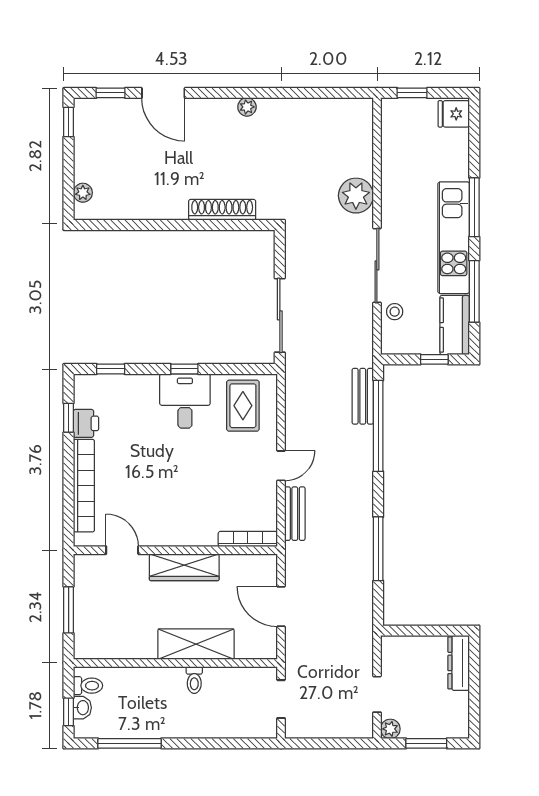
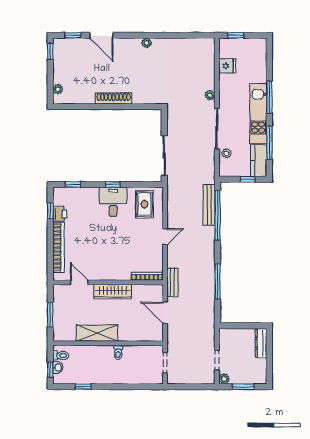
fridge: (454, 114) -> (227, 66), moved, turned 180
plant: (356, 196) -> (210, 95), width x0.53, depth x0.53
shoe rack: (222, 210) -> (114, 98), moved
bench: (363, 396) -> (209, 205), width x1.36
bench: (295, 514) -> (172, 282), moved
shelving: (196, 644) -> (97, 333), moved
window: (130, 743) -> (83, 387), width x0.46

